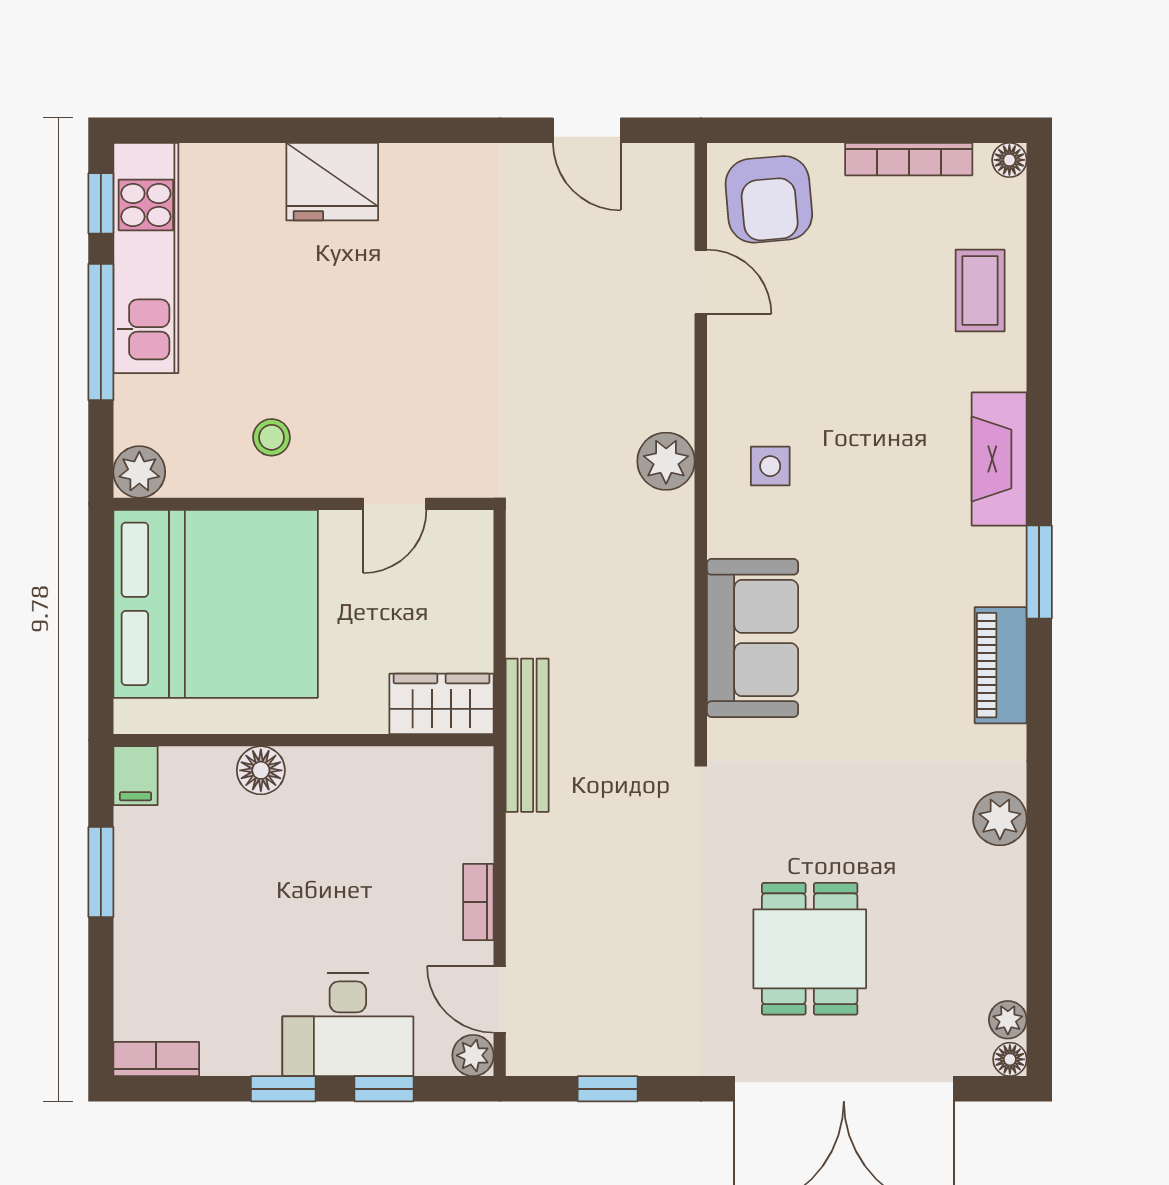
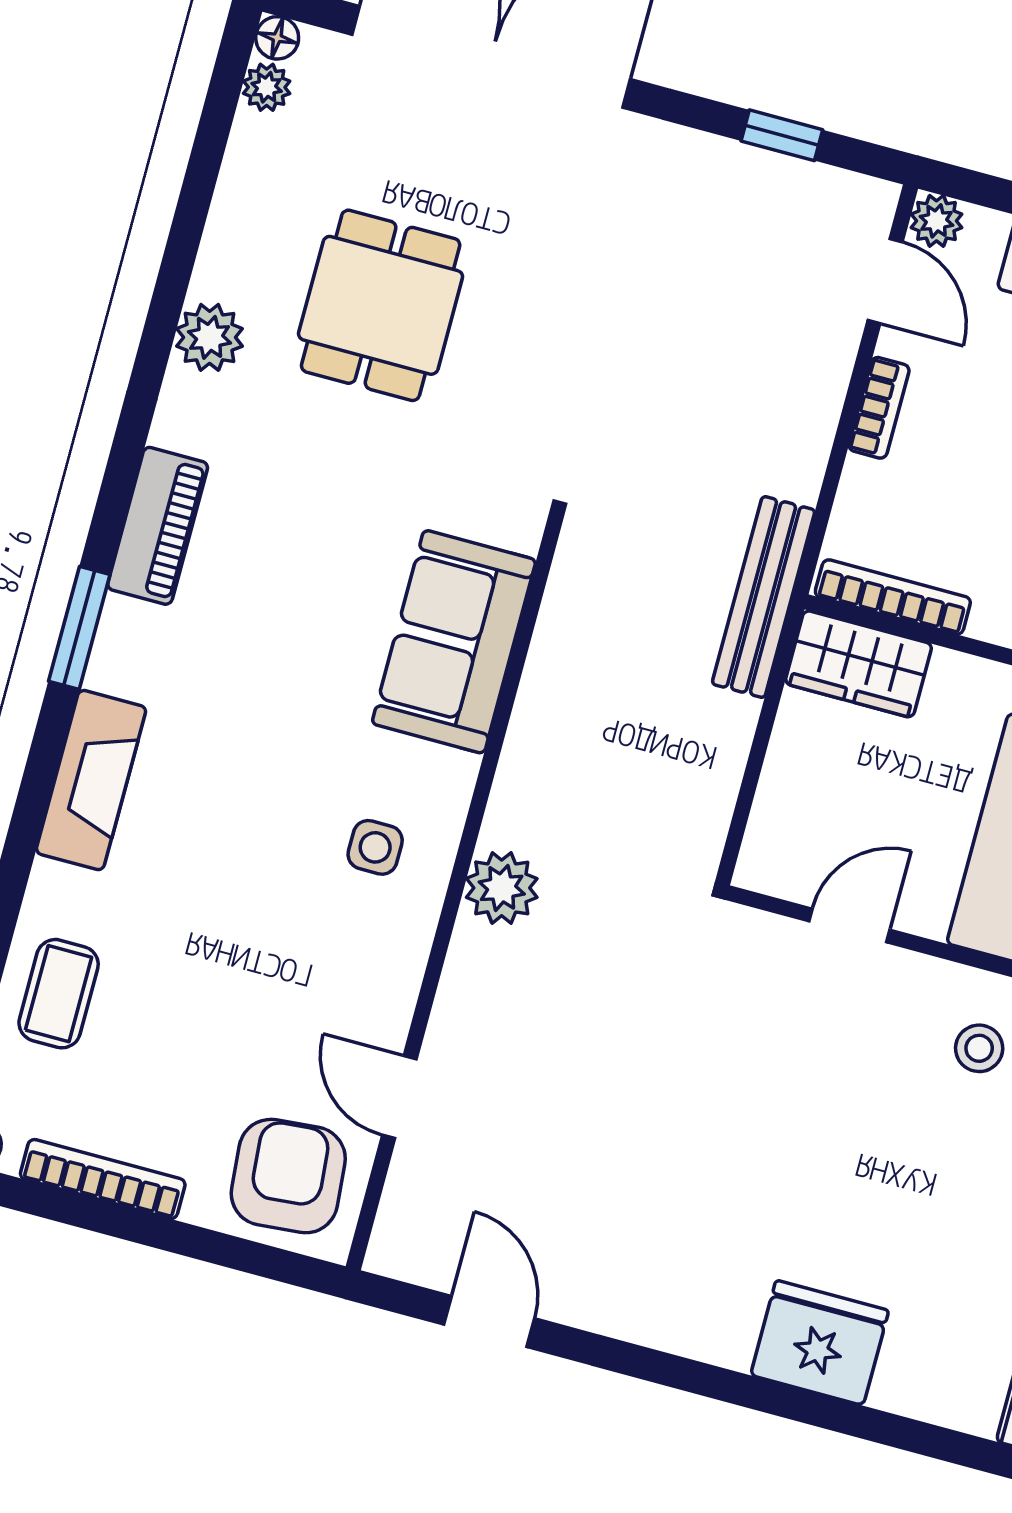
bookcase: (429, 762) -> (893, 597), added
dining table: (810, 949) -> (381, 305), moved

